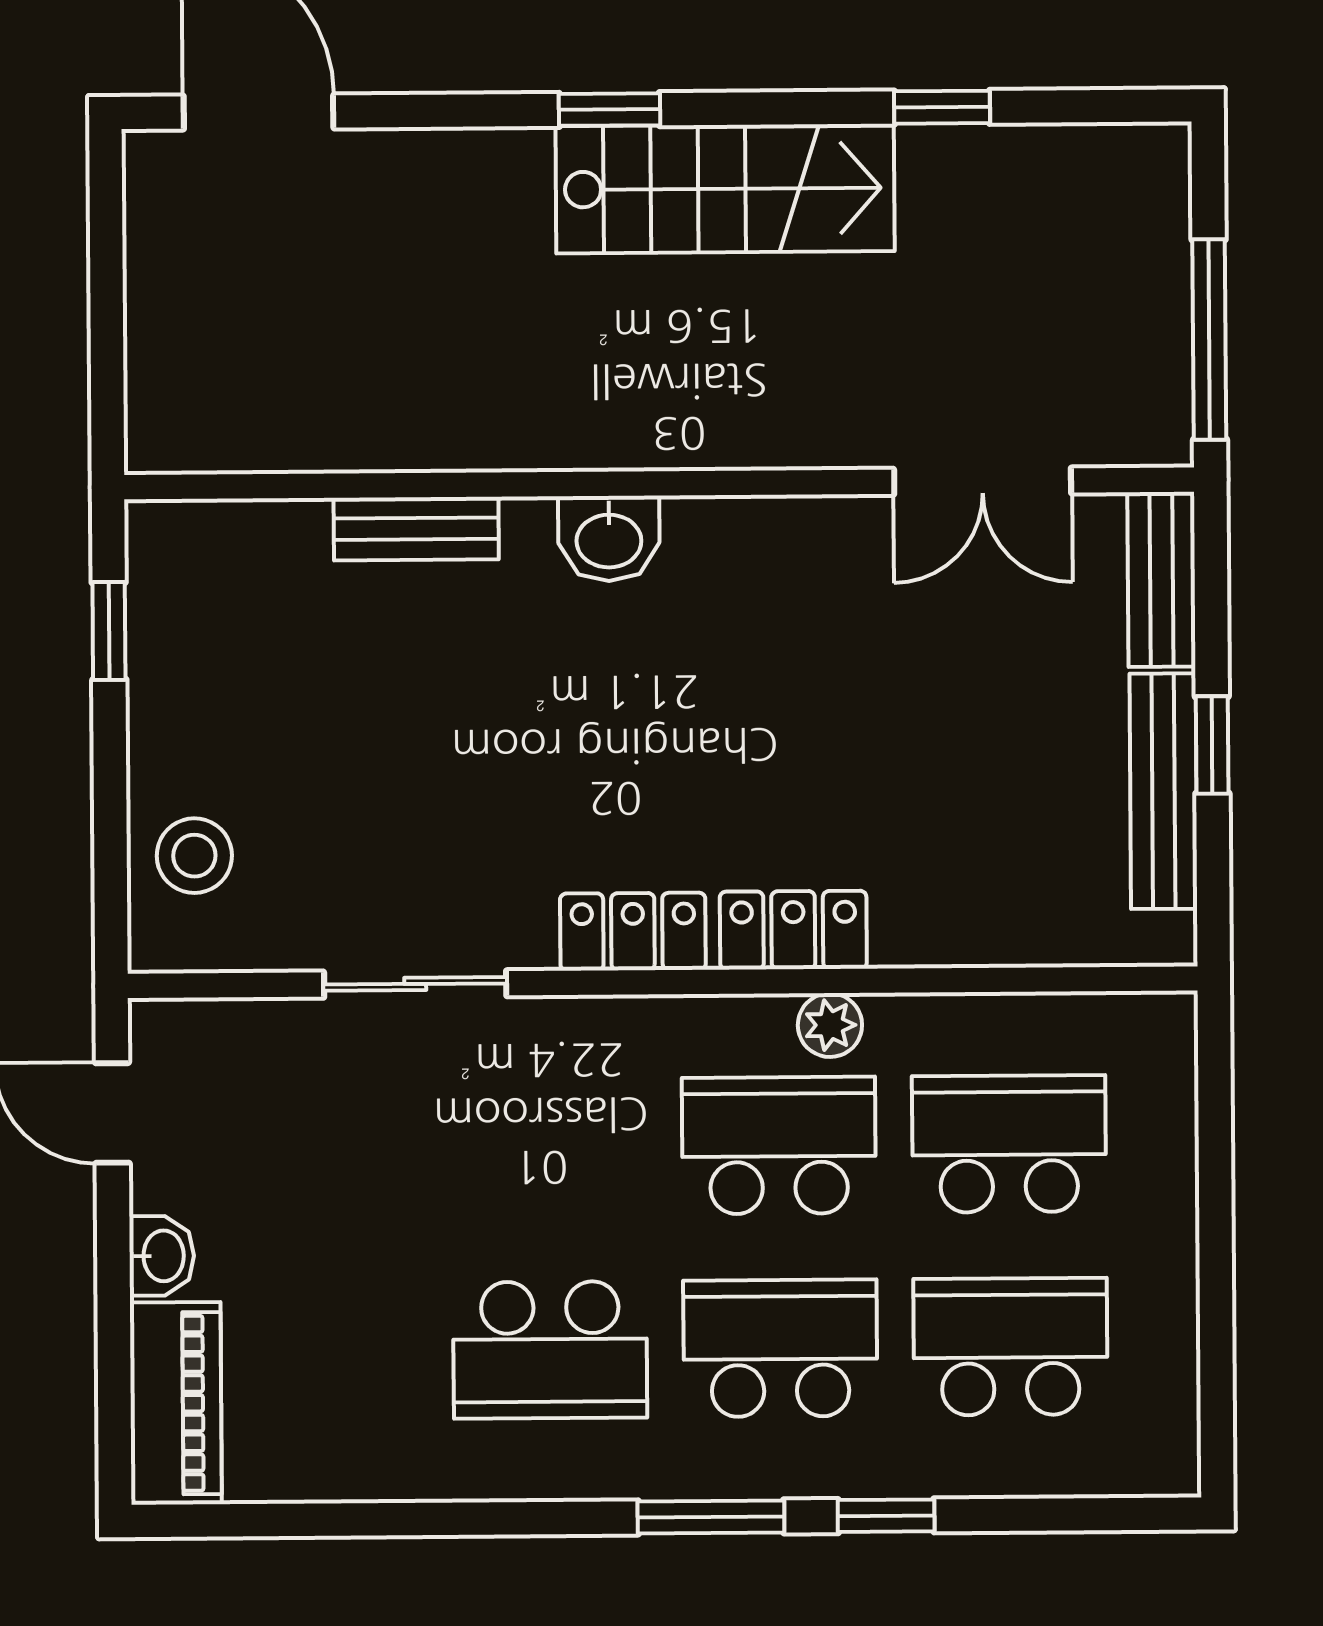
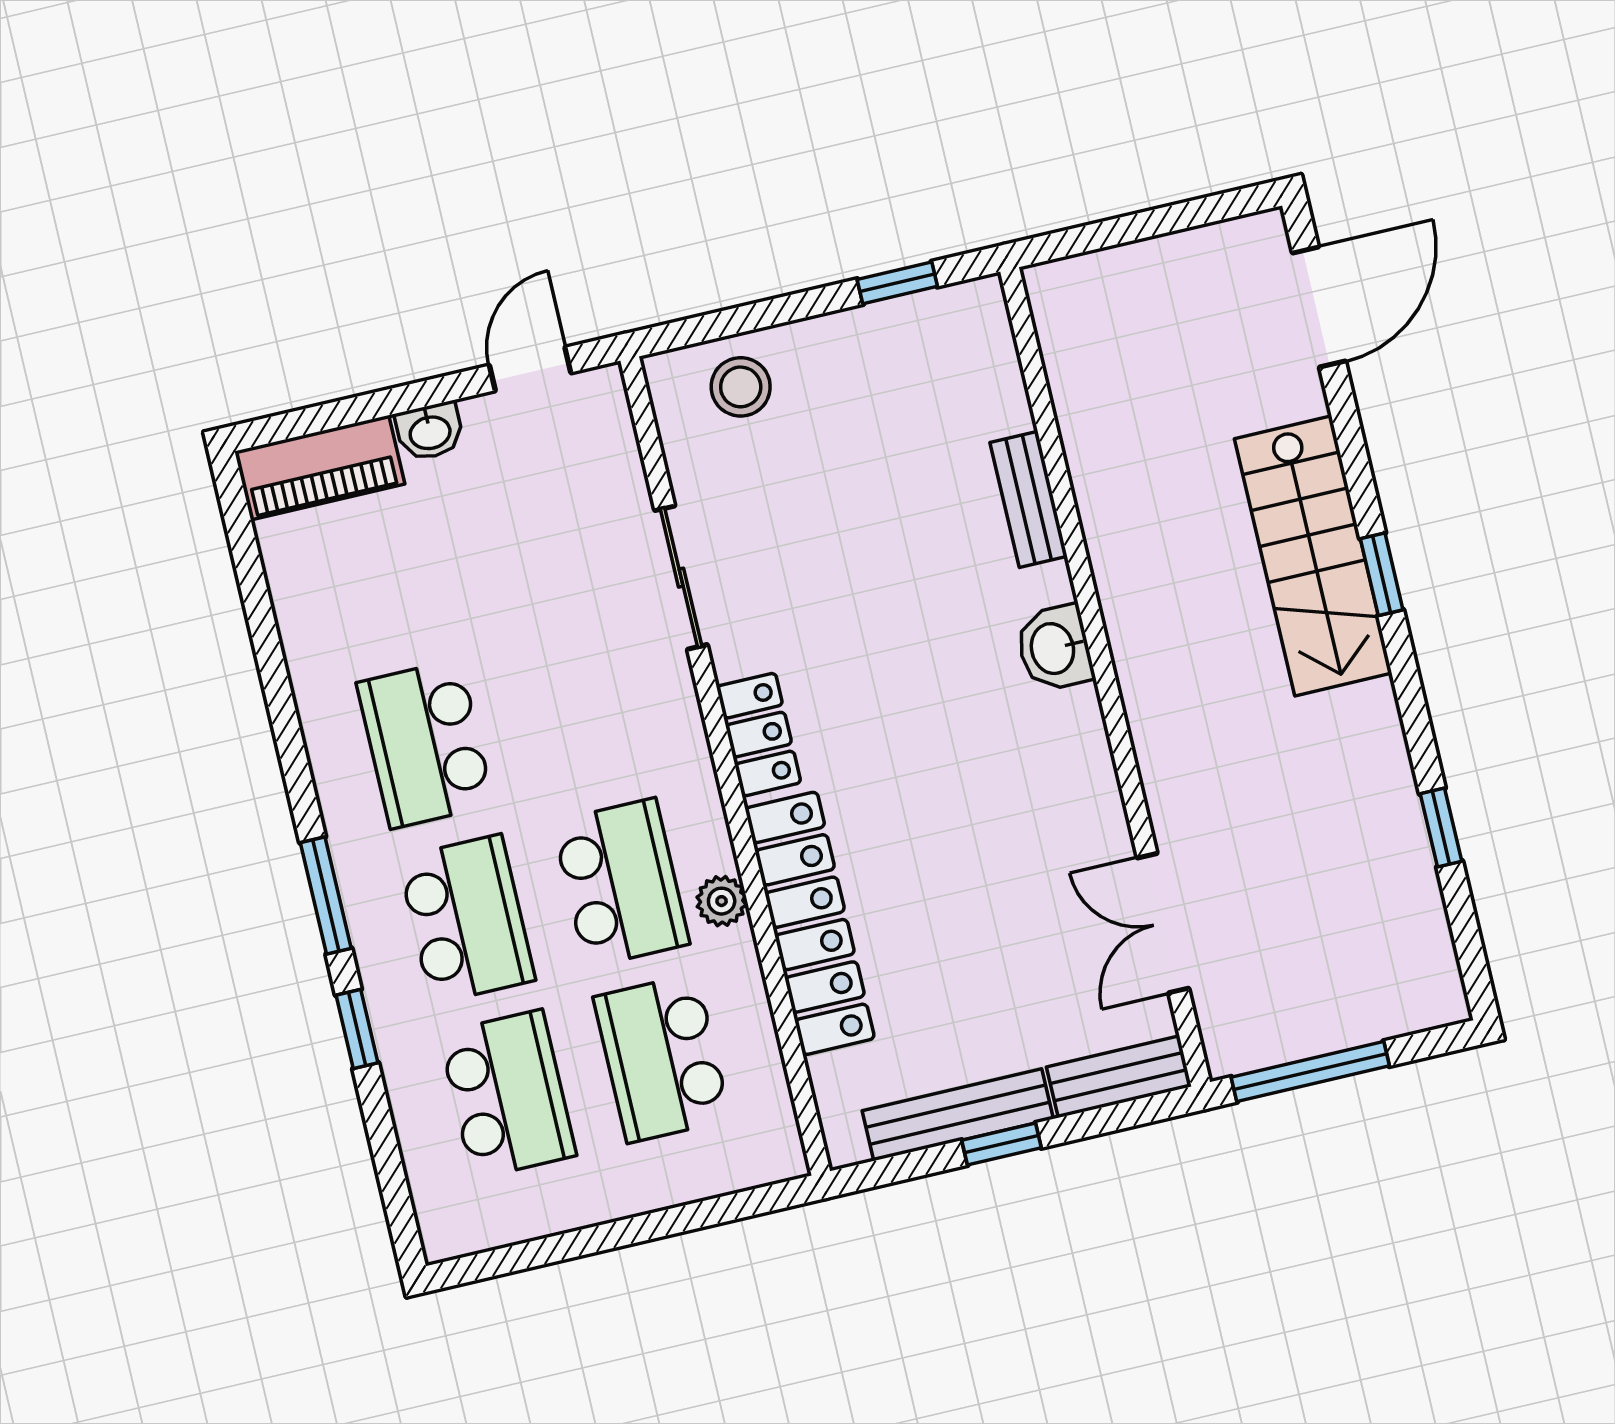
stairs: (725, 189) -> (1313, 556), moved
locker: (793, 930) -> (810, 923), width x2.16, depth x1.21
school desk: (1009, 1144) -> (662, 1058), turned 180

